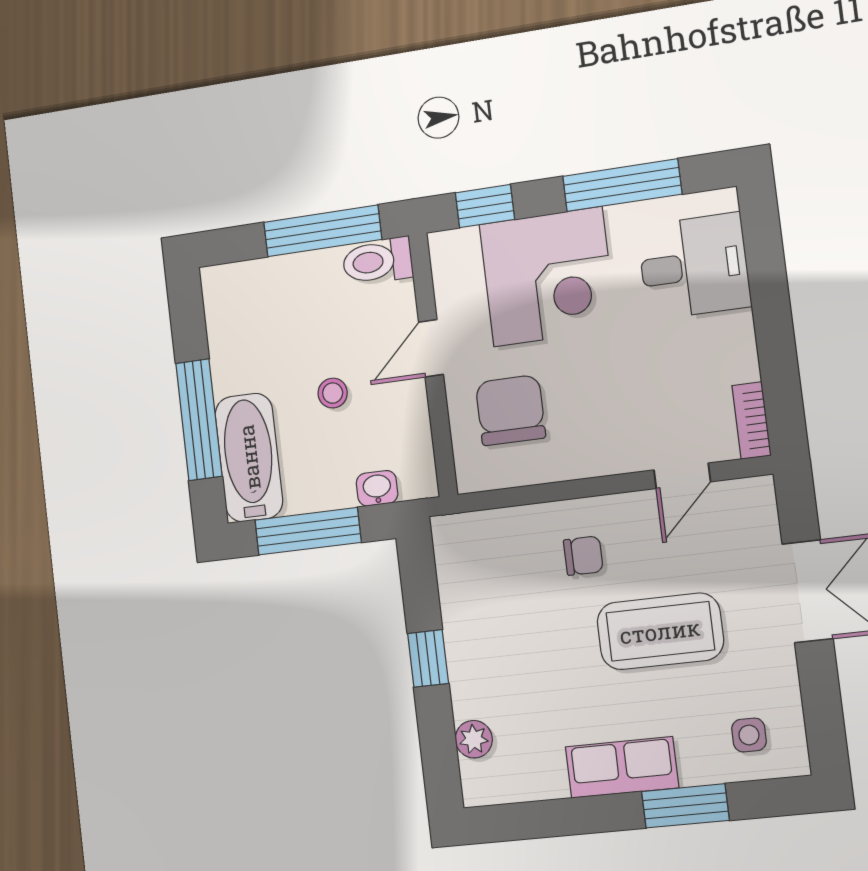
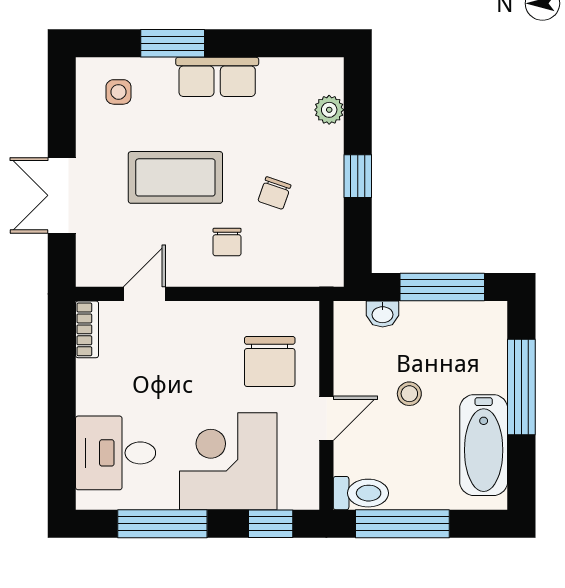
bathtub: (249, 457) -> (484, 445), moved
chair: (583, 556) -> (227, 242), turned -90
chair: (530, 625) -> (274, 193), added

